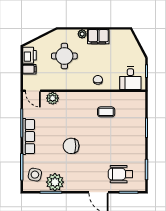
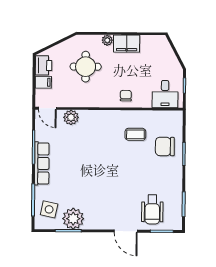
chair: (71, 146) -> (165, 147), moved
wheelchair: (120, 174) -> (152, 209), turned -90

